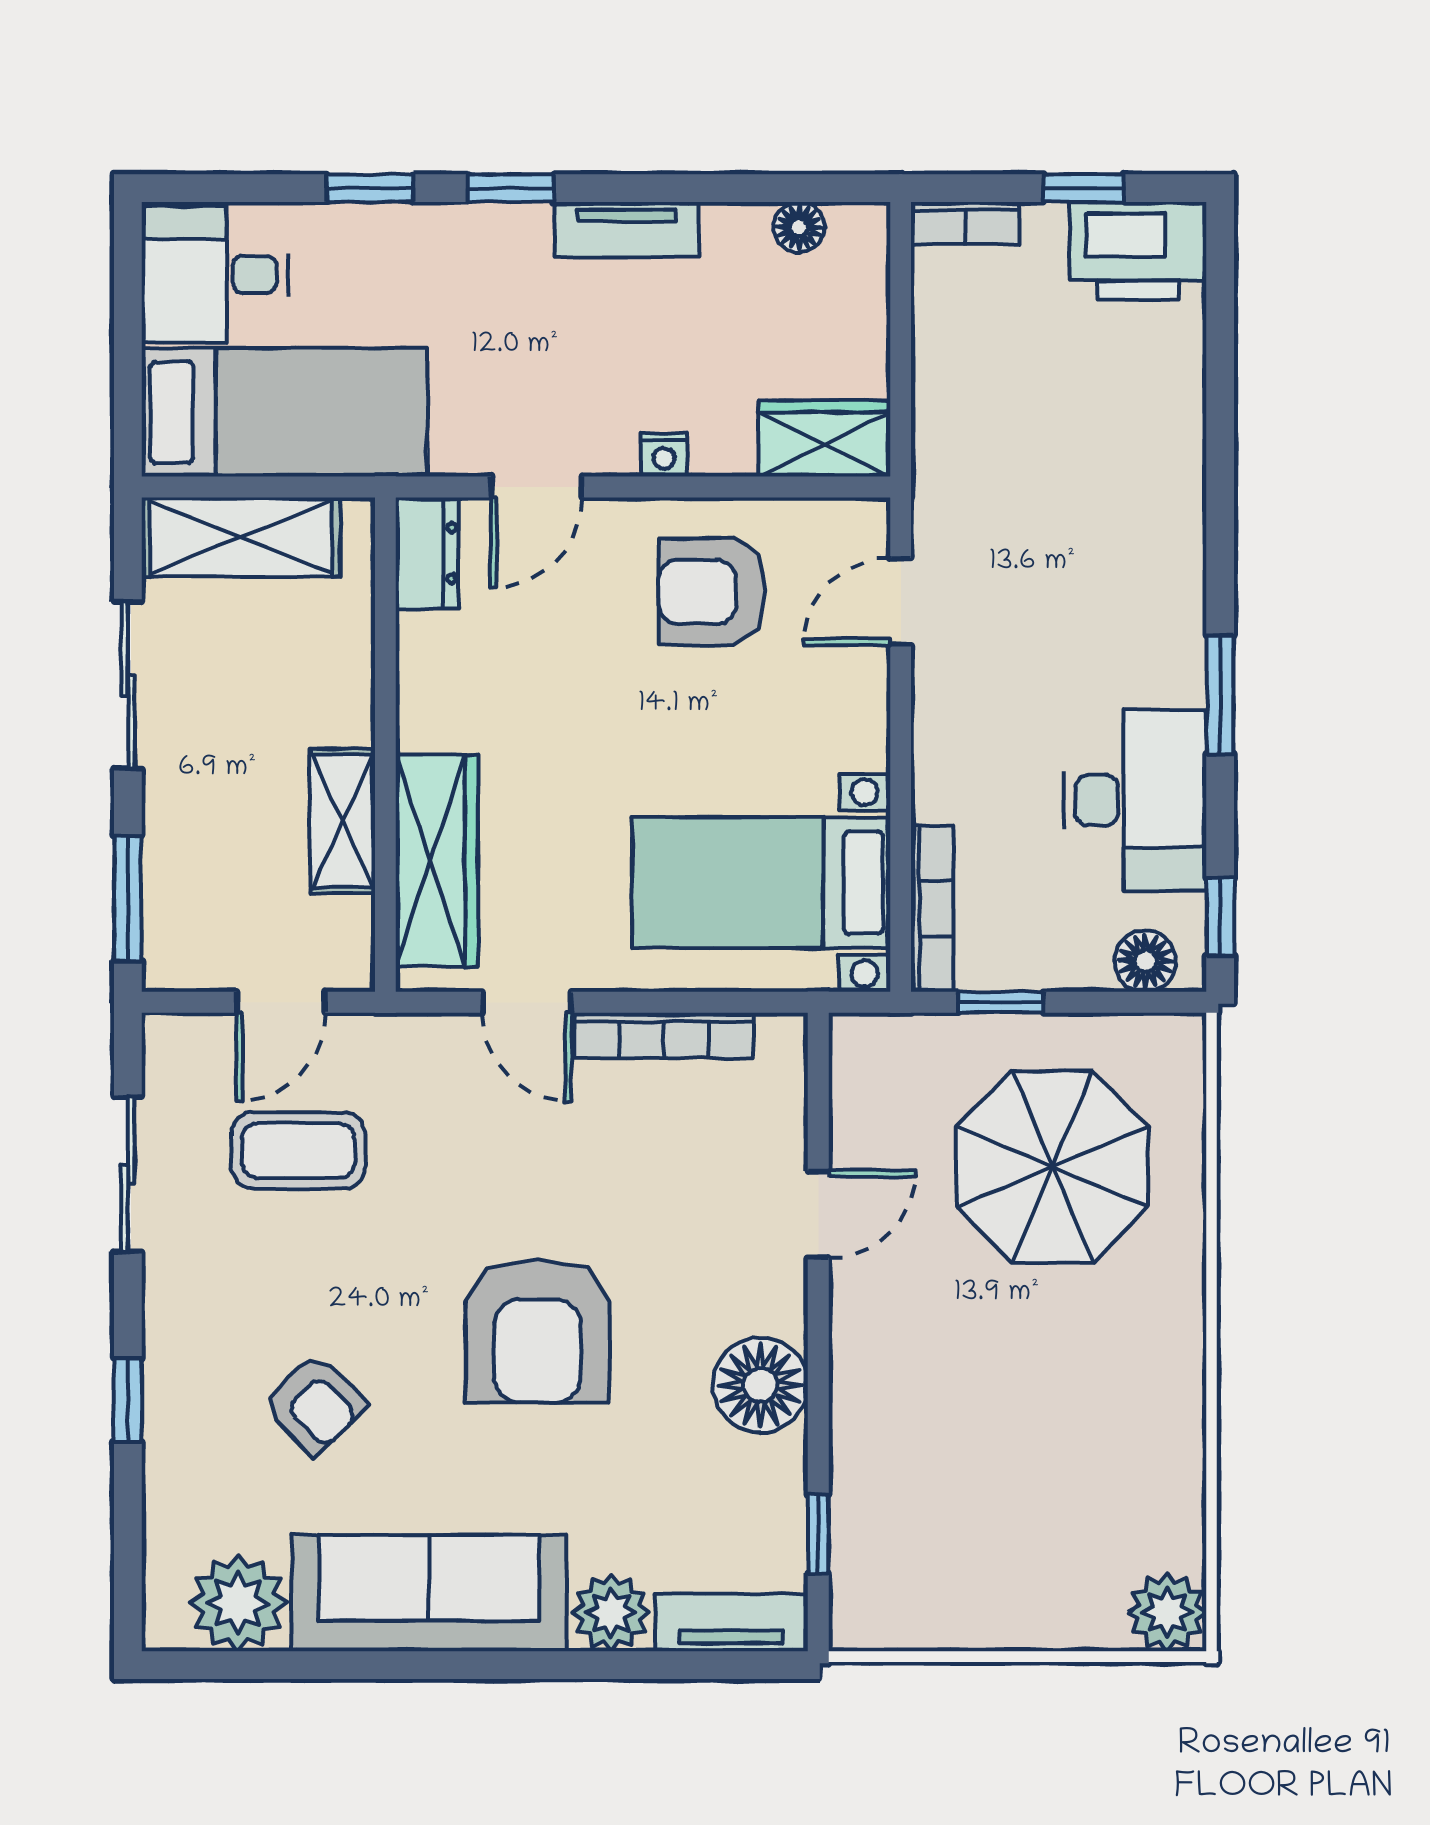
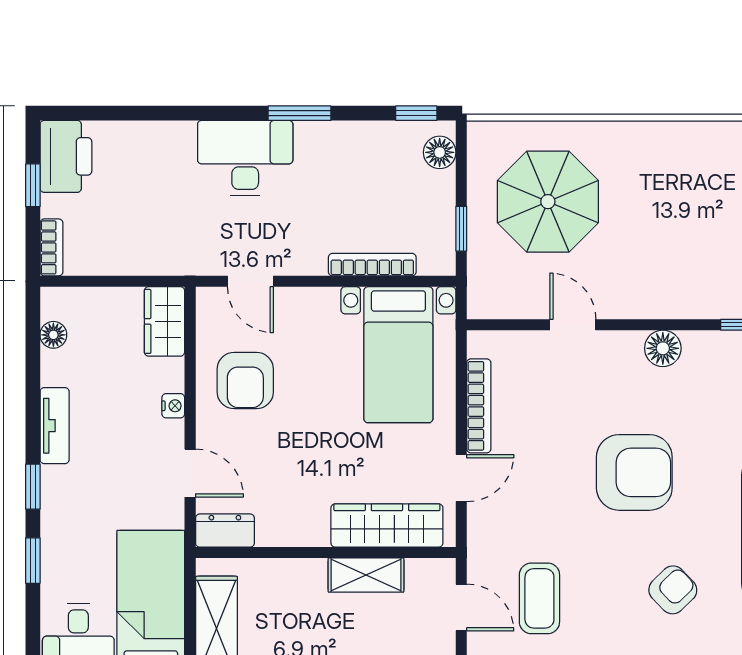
desk: (1135, 800) -> (245, 158), moved
bookcase: (932, 909) -> (372, 265), moved
floor lamp: (760, 1385) -> (663, 348), width x0.73, depth x0.73

